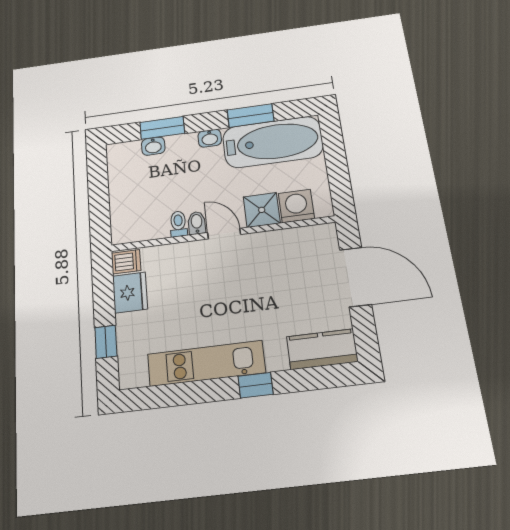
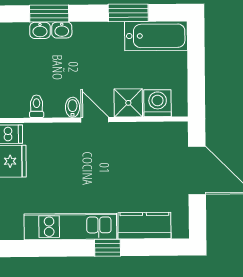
washbasin: (210, 138) -> (62, 30), moved
bathtub: (273, 142) -> (156, 36), width x0.73, depth x0.73
toilet: (178, 224) -> (37, 106), moved
kitchen counter: (322, 349) -> (144, 226), moved

